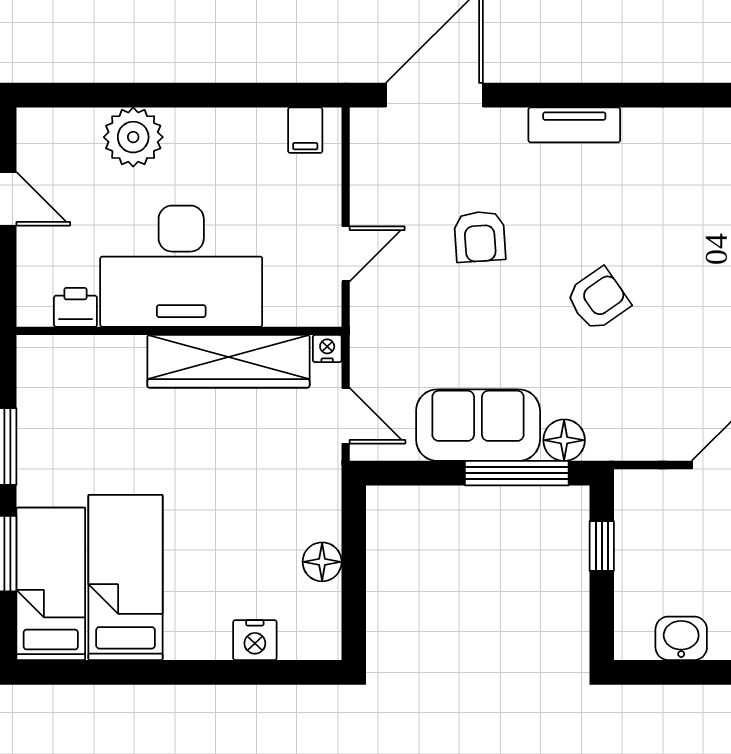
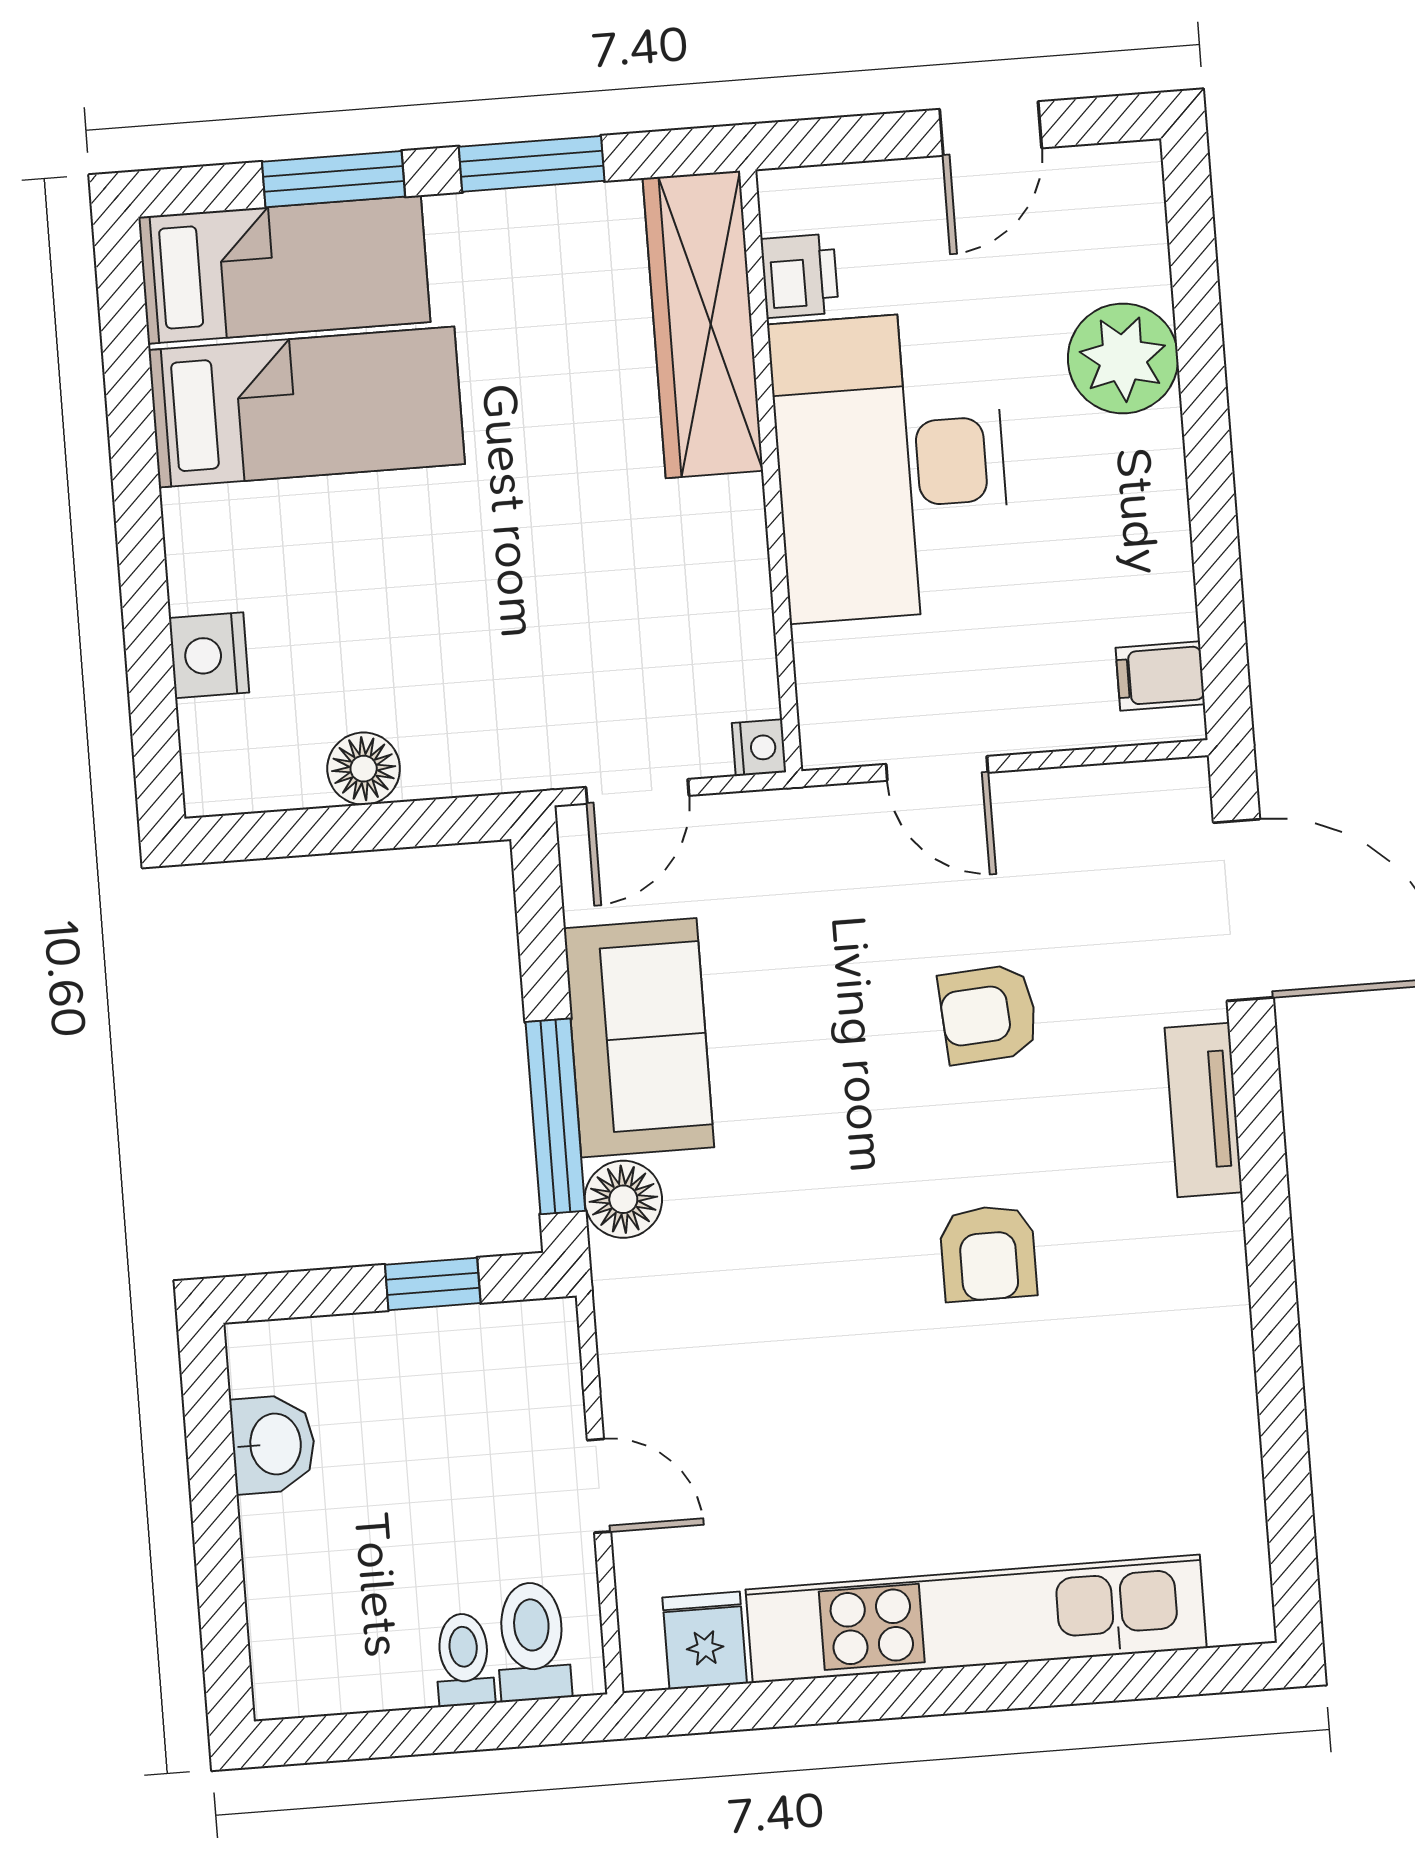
tv unit: (574, 125) -> (1203, 1110), moved
armchair: (598, 299) -> (988, 1253), moved, turned 35
wardrobe: (228, 361) -> (703, 324), moved

